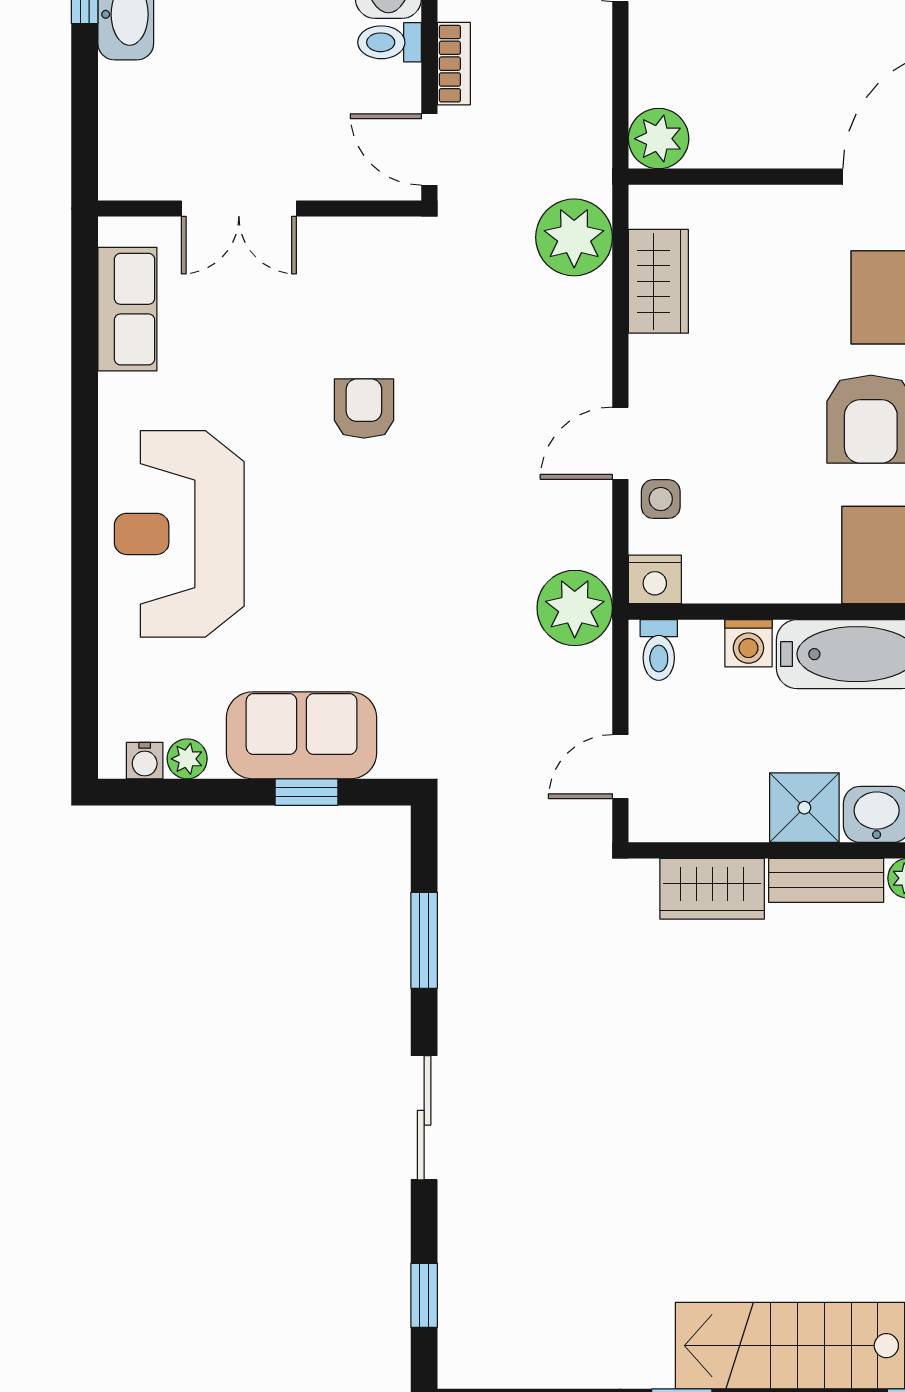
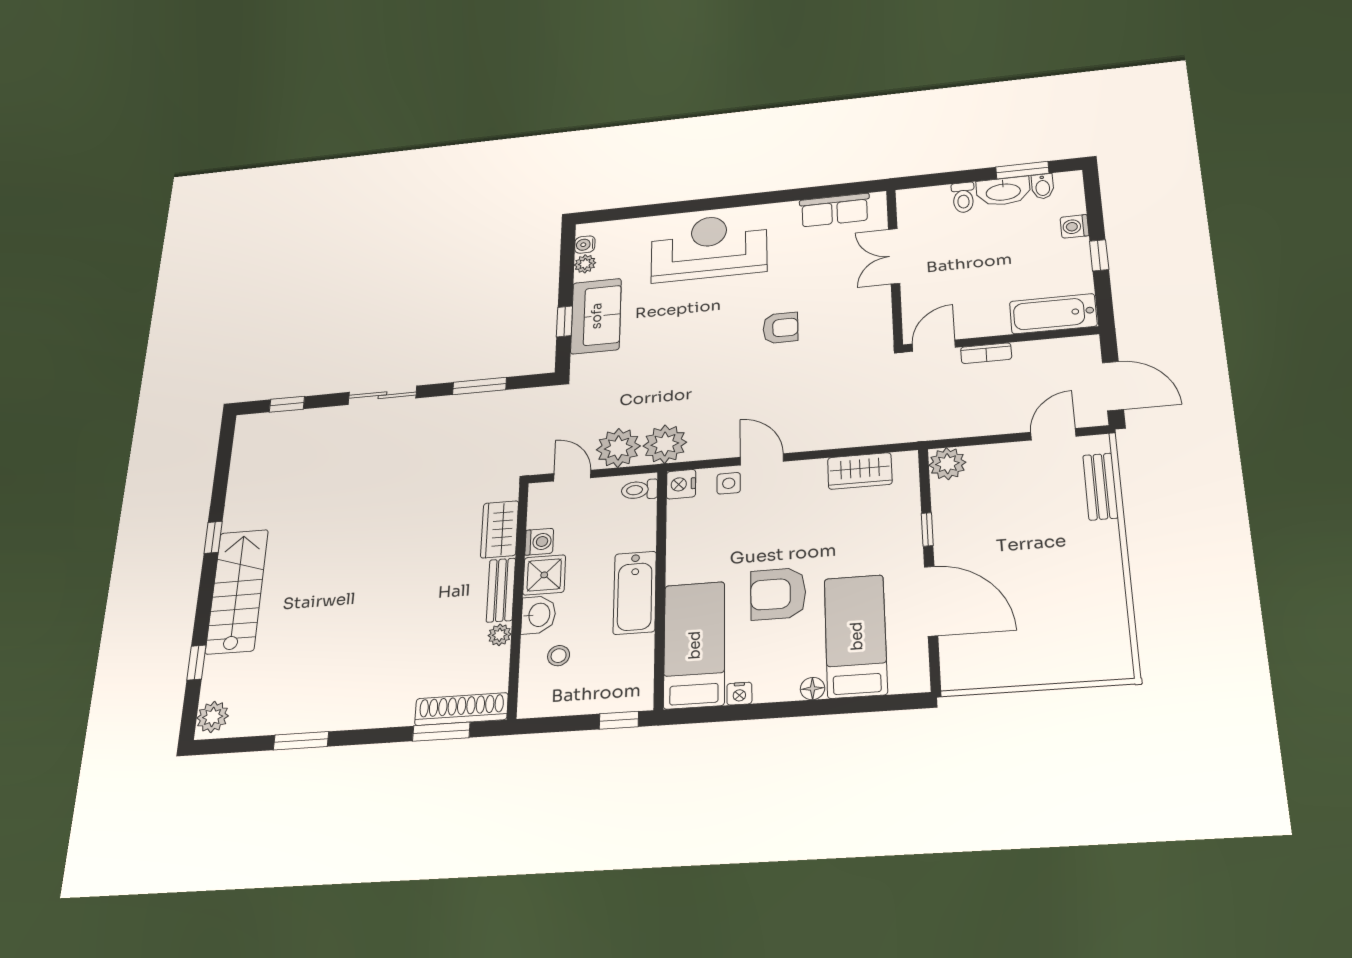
toilet: (390, 42) -> (963, 197), moved, turned 180
window: (776, 177) -> (927, 529), added
plant: (574, 237) -> (618, 448), moved
washing machine: (748, 643) -> (539, 542), moved, turned 180

